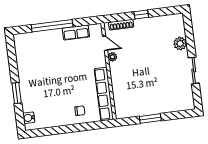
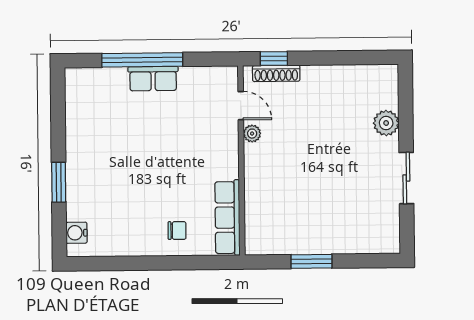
window: (141, 14) -> (274, 59), moved
row of seats: (76, 32) -> (153, 79), moved
row of seats: (104, 94) -> (227, 218), width x0.73

